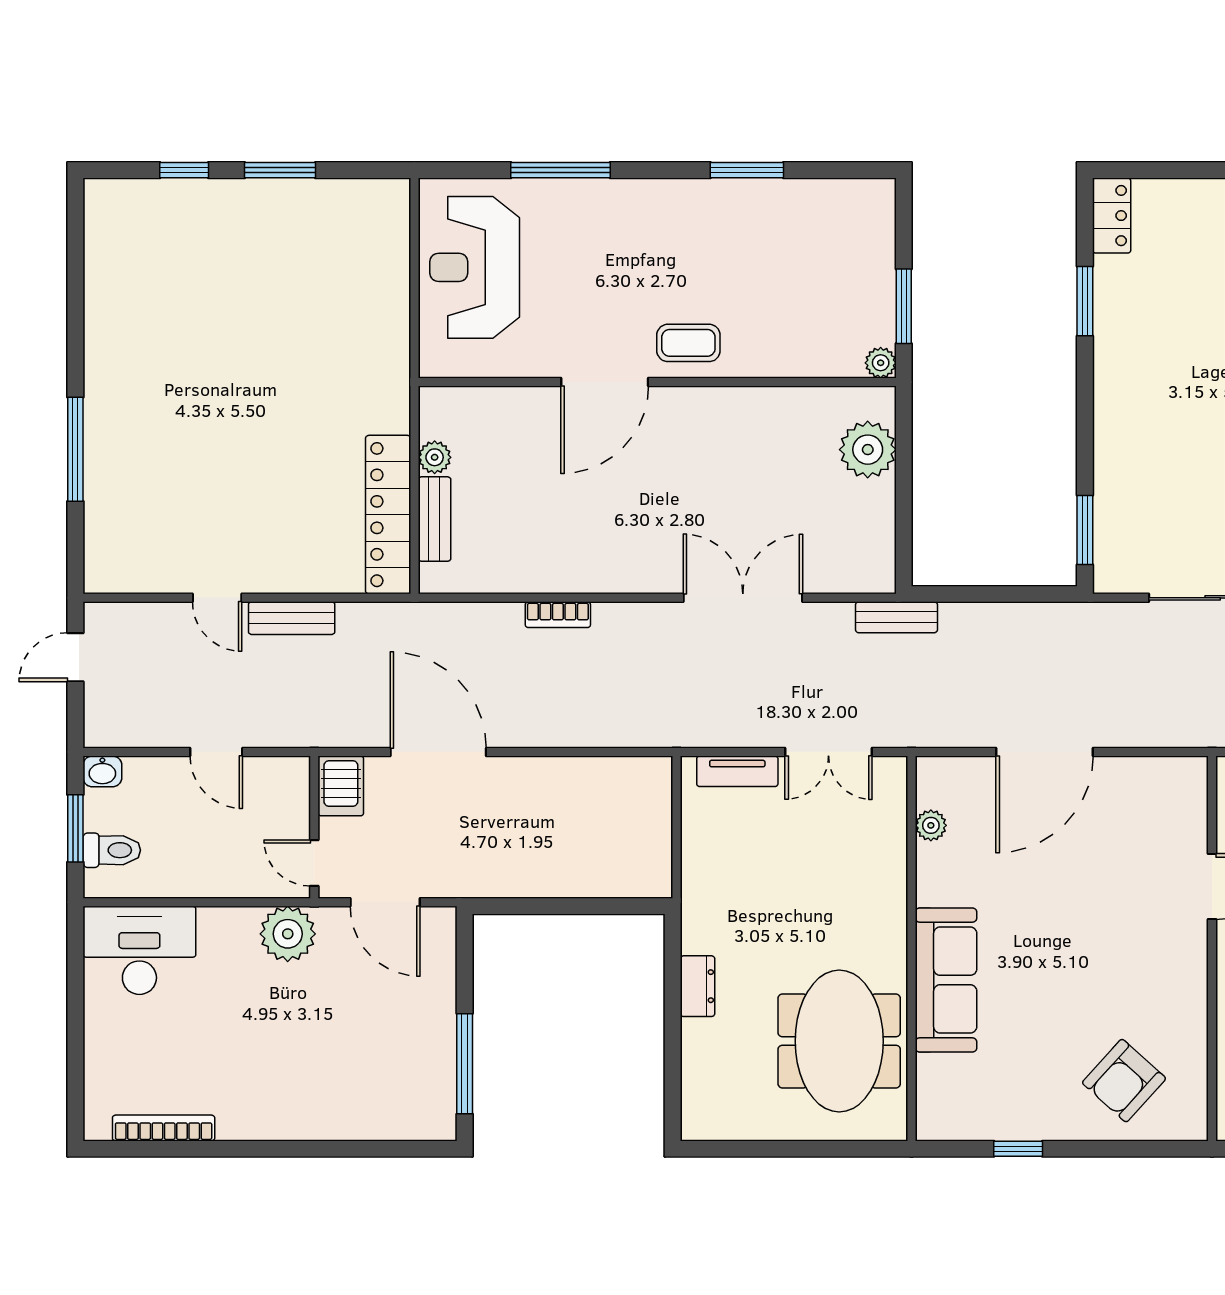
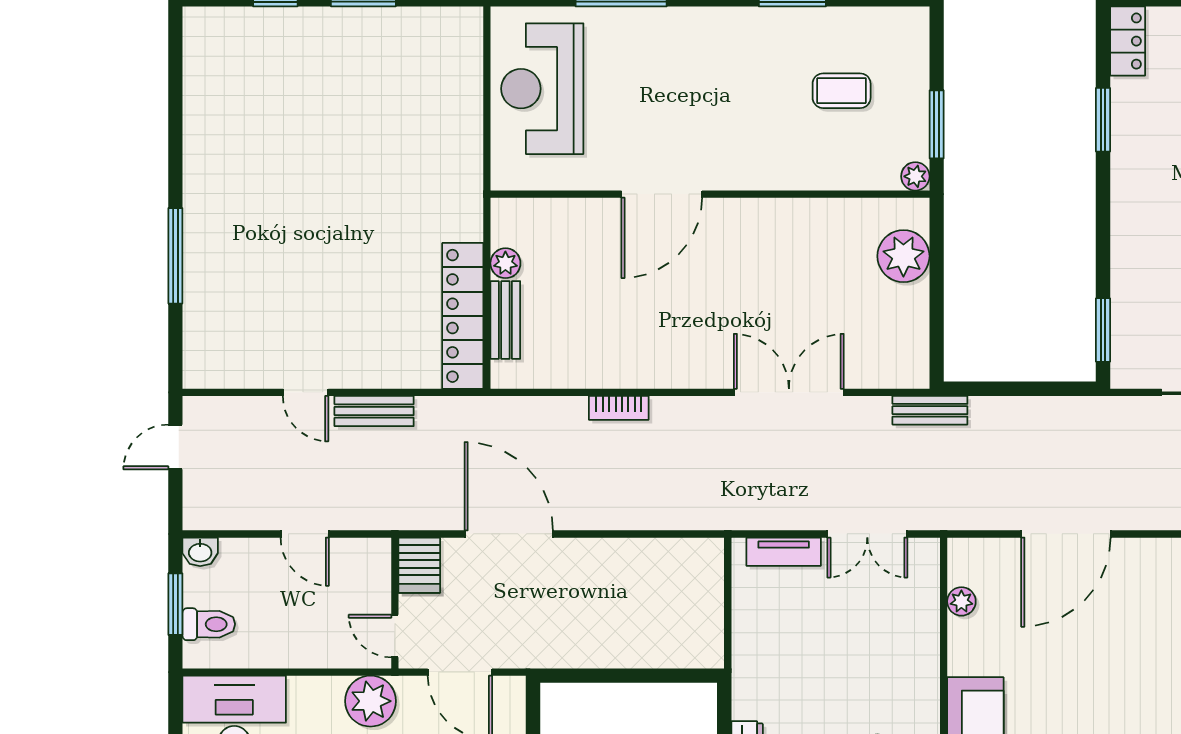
coffee table: (688, 343) -> (842, 91), moved

